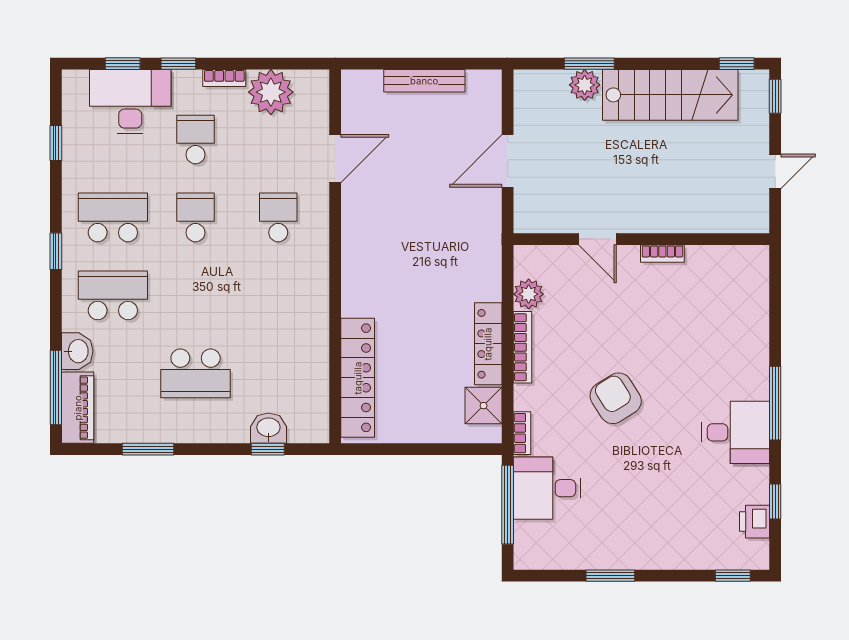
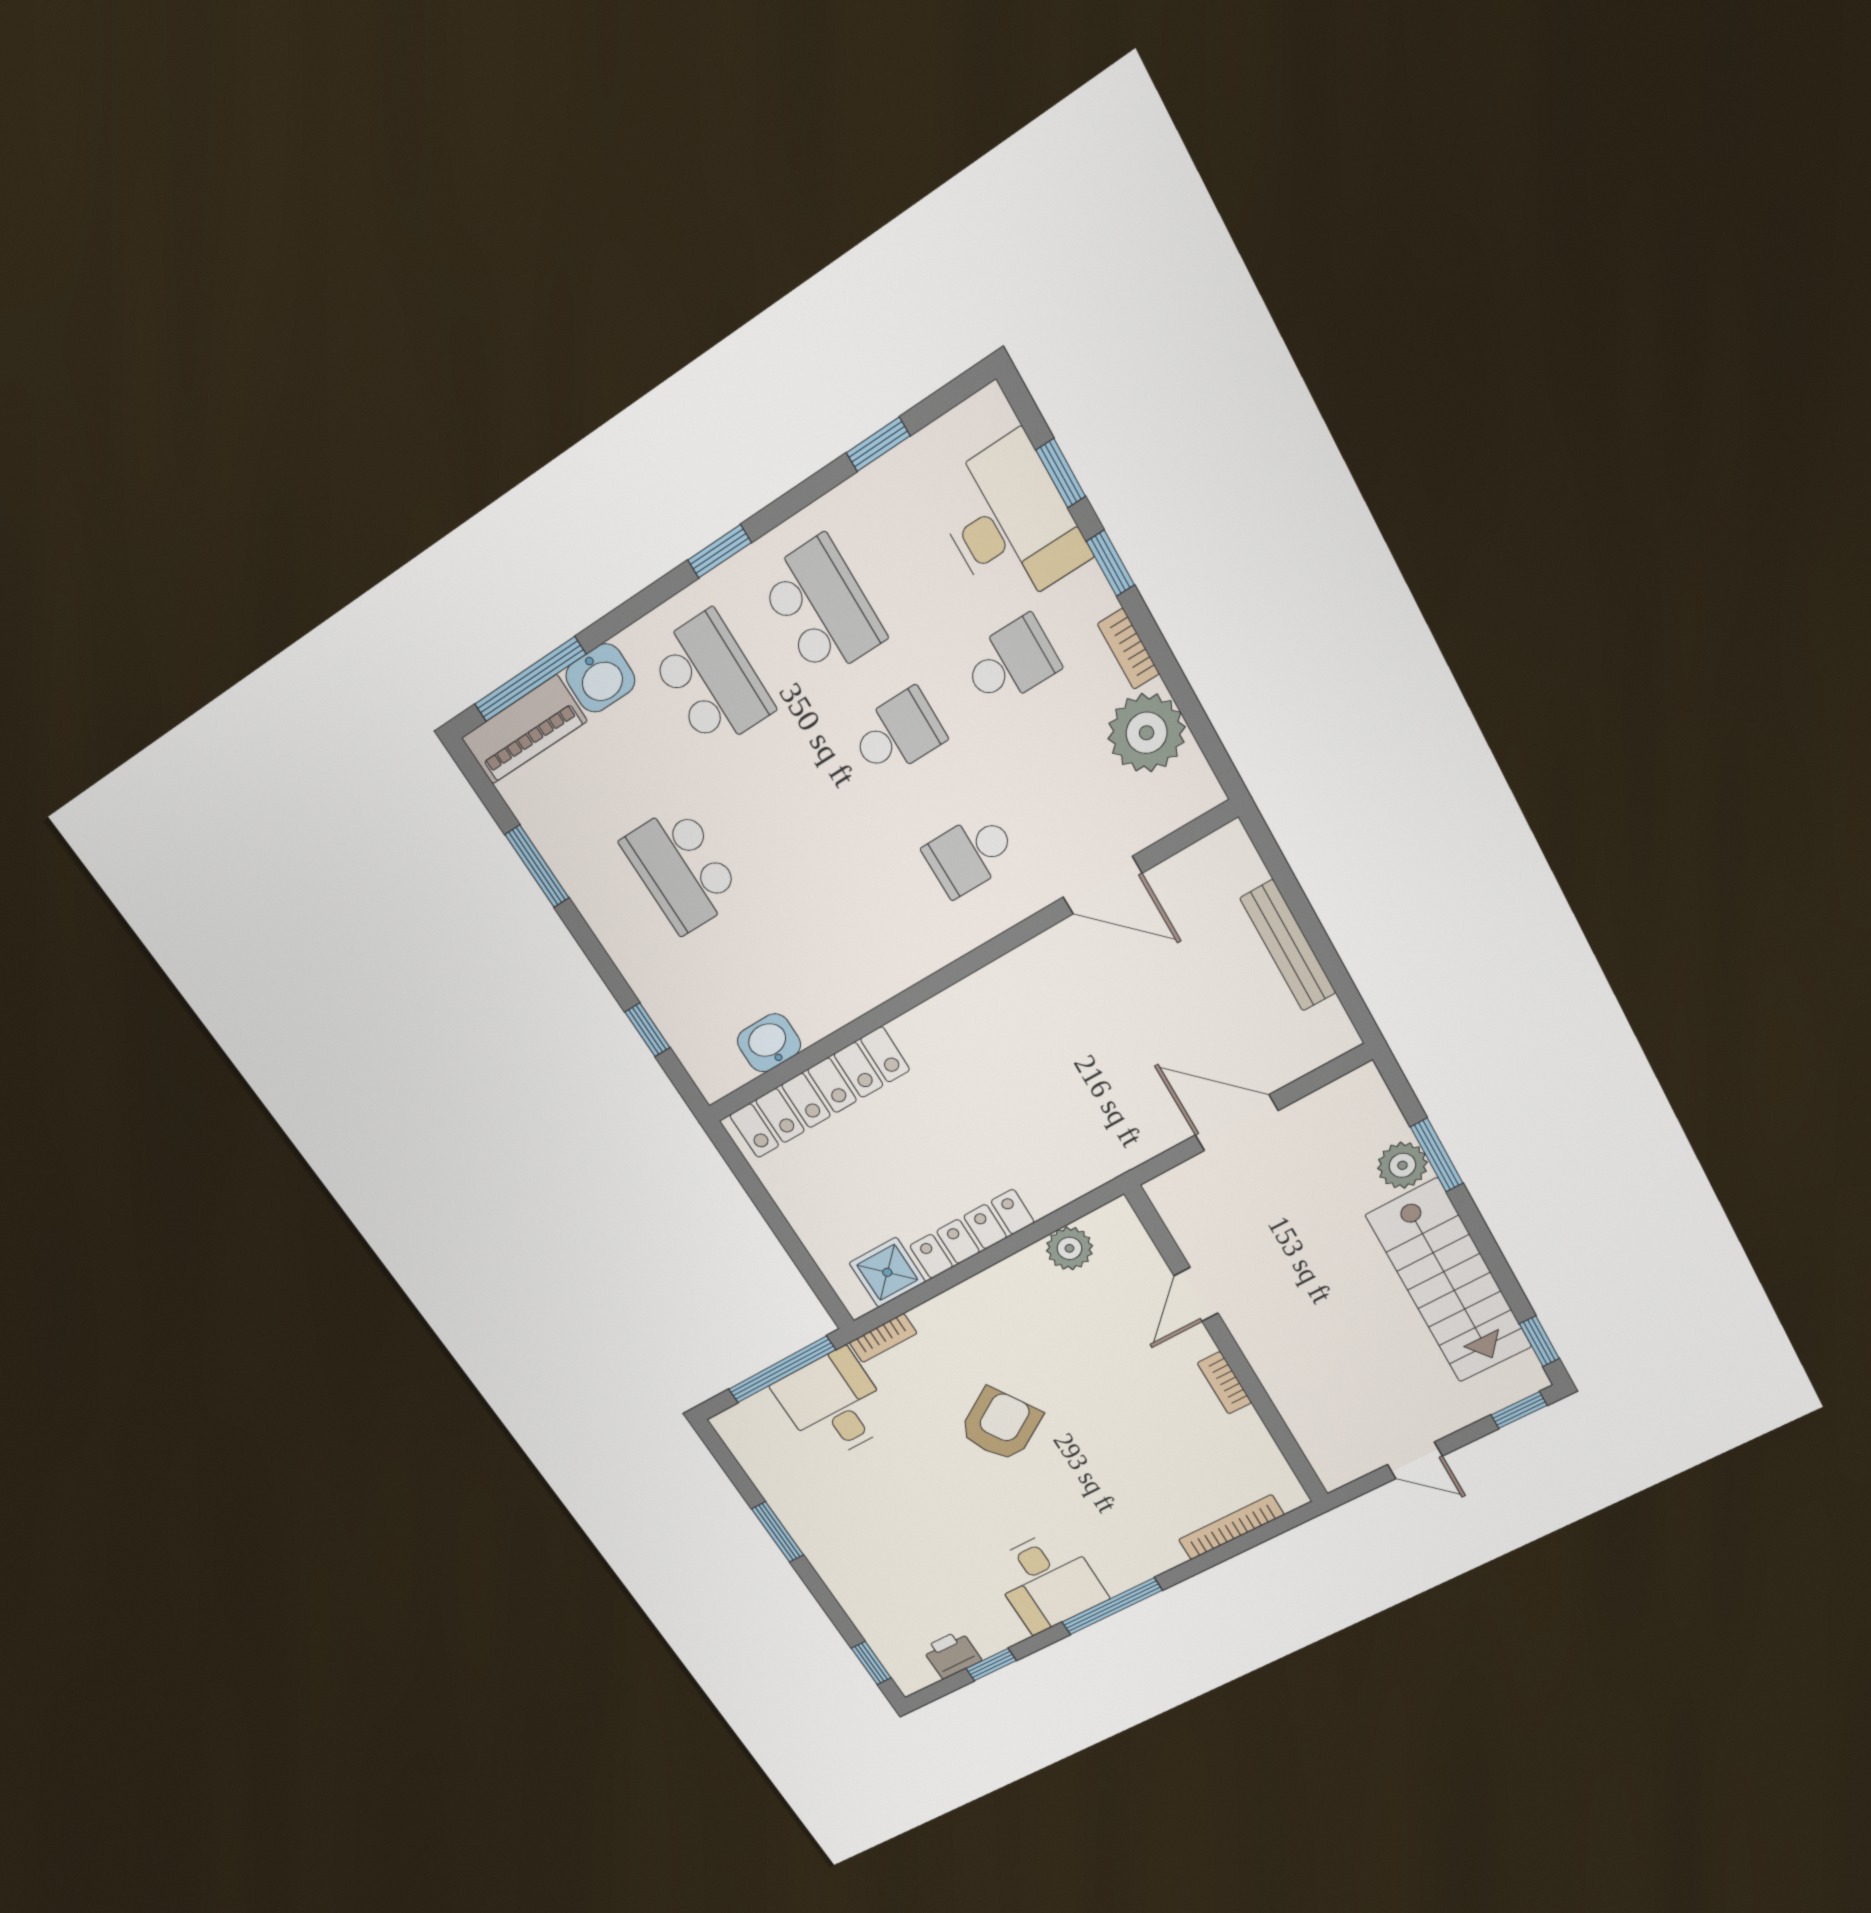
school desk: (278, 217) -> (970, 854), turned 180
bookcase: (523, 347) -> (1231, 1527), moved, turned 180
washbasin: (268, 428) -> (769, 1043), moved, turned -90

